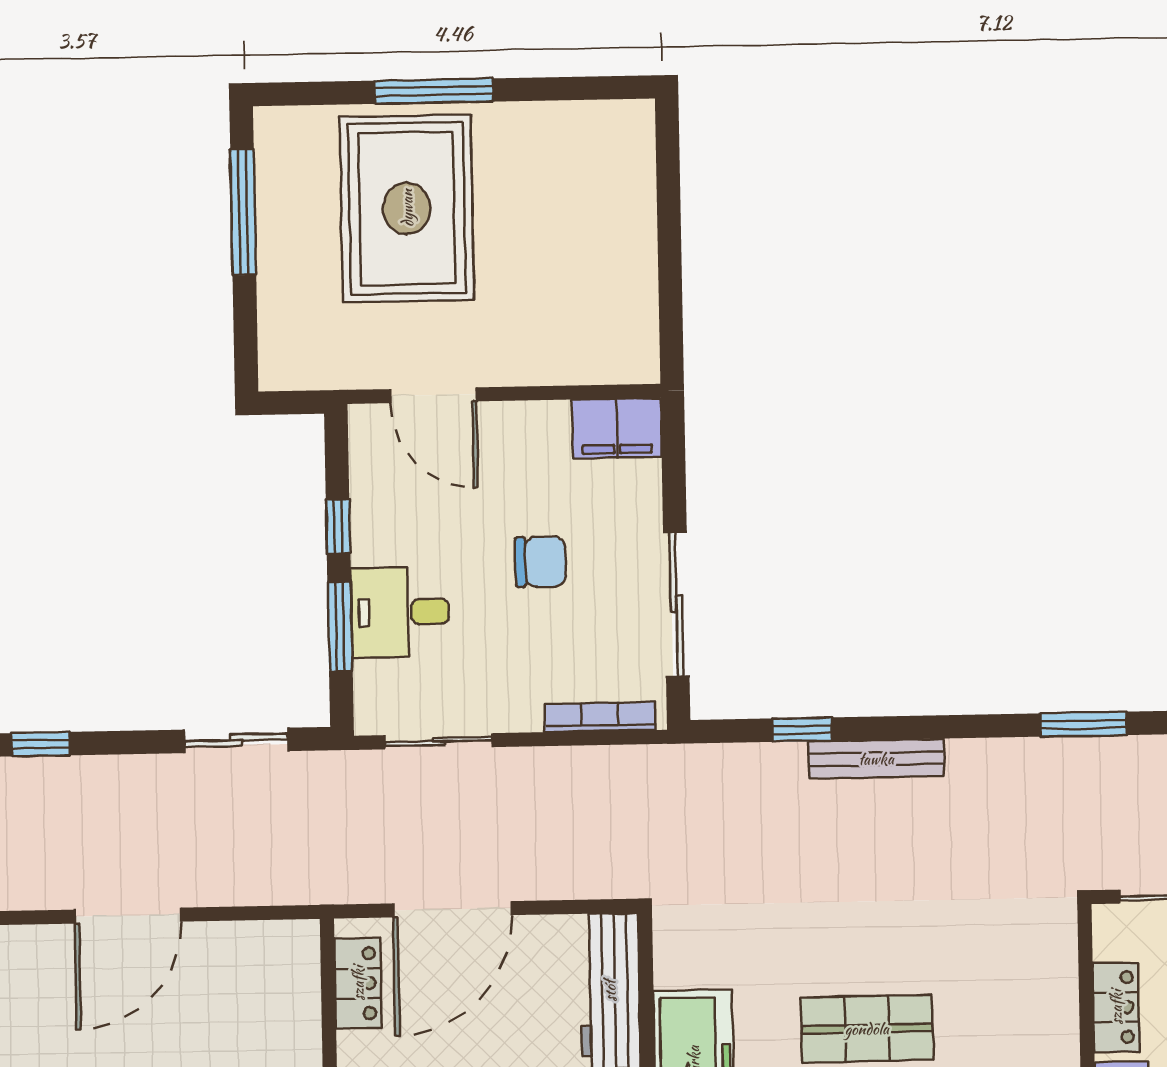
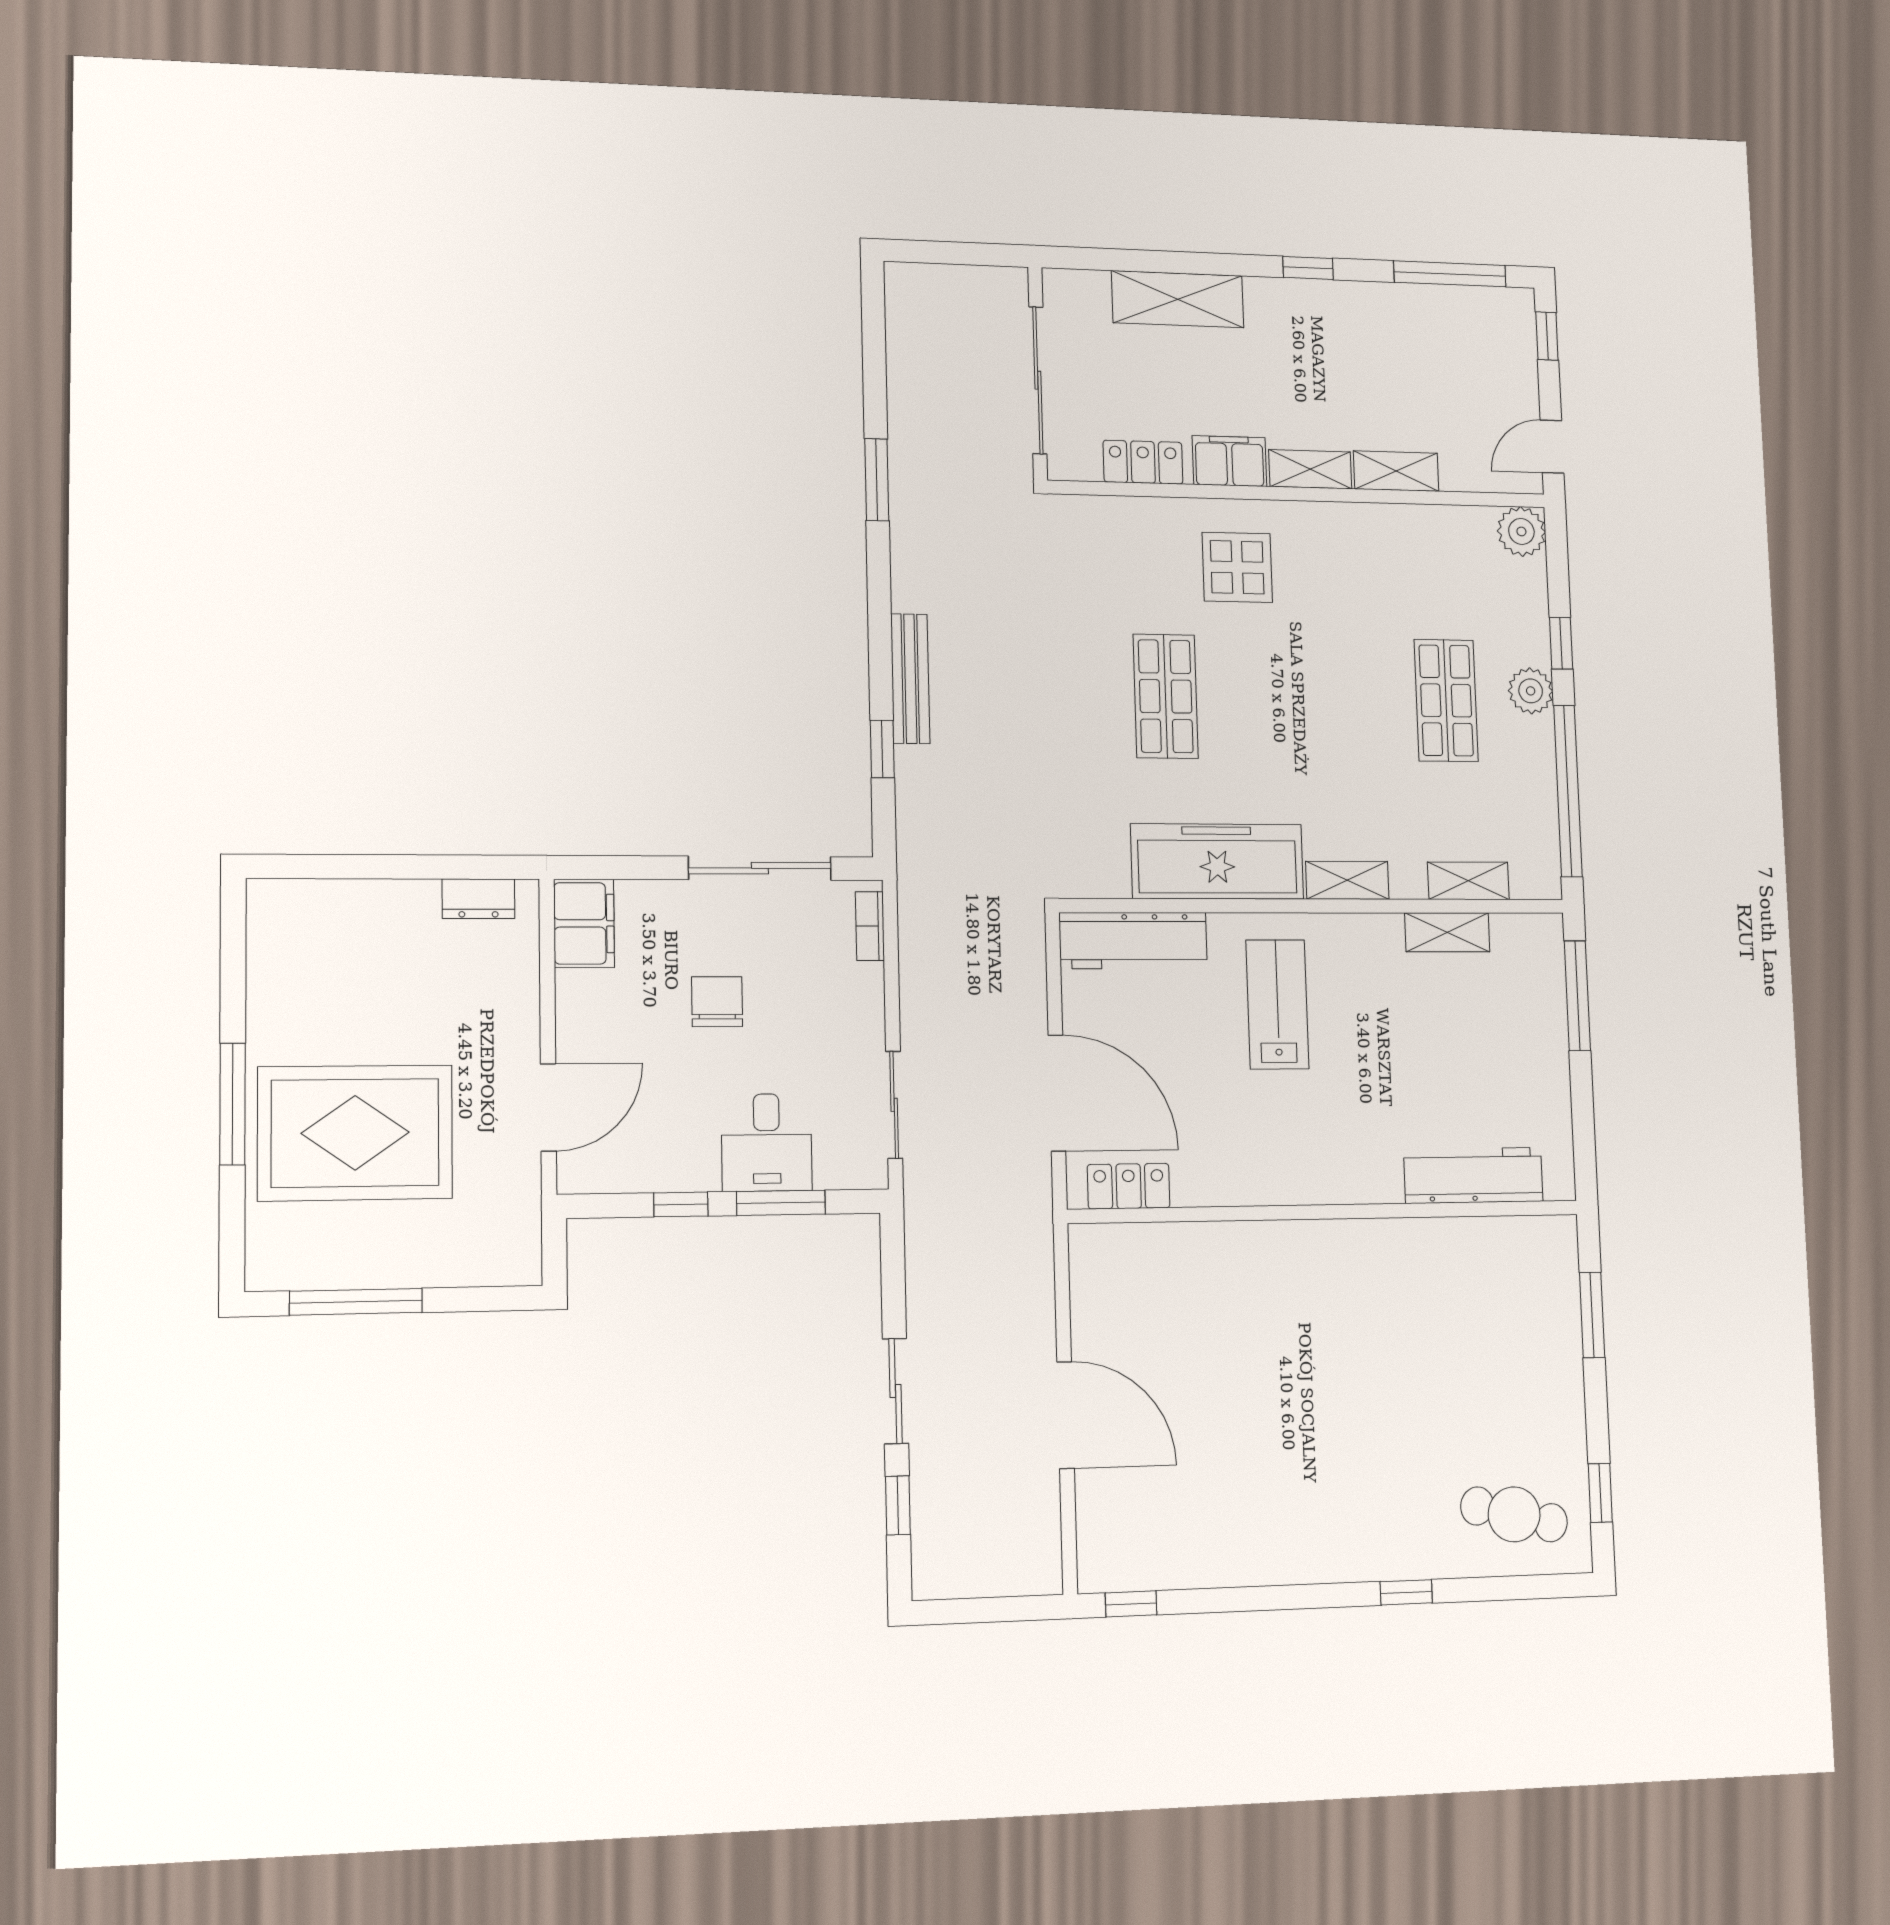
dresser: (639, 324) -> (478, 899), added
bookcase: (600, 717) -> (870, 926), width x0.64
sliding door: (236, 740) -> (895, 1391), moved

